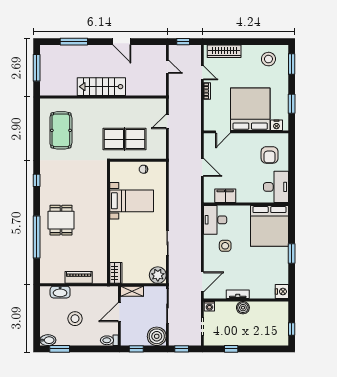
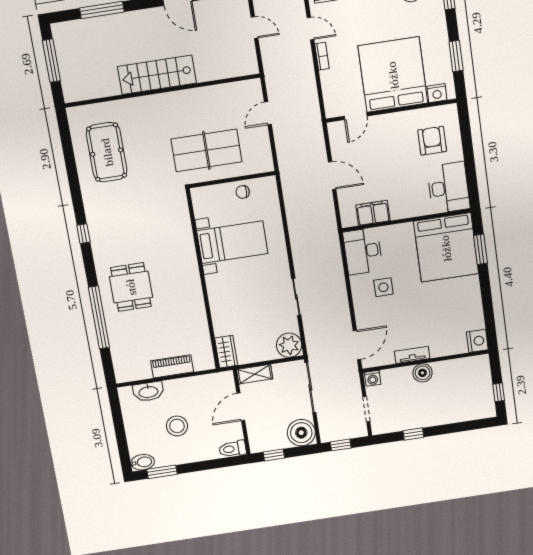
armchair: (270, 155) -> (432, 141), turned 180
window: (292, 253) -> (480, 249), moved

